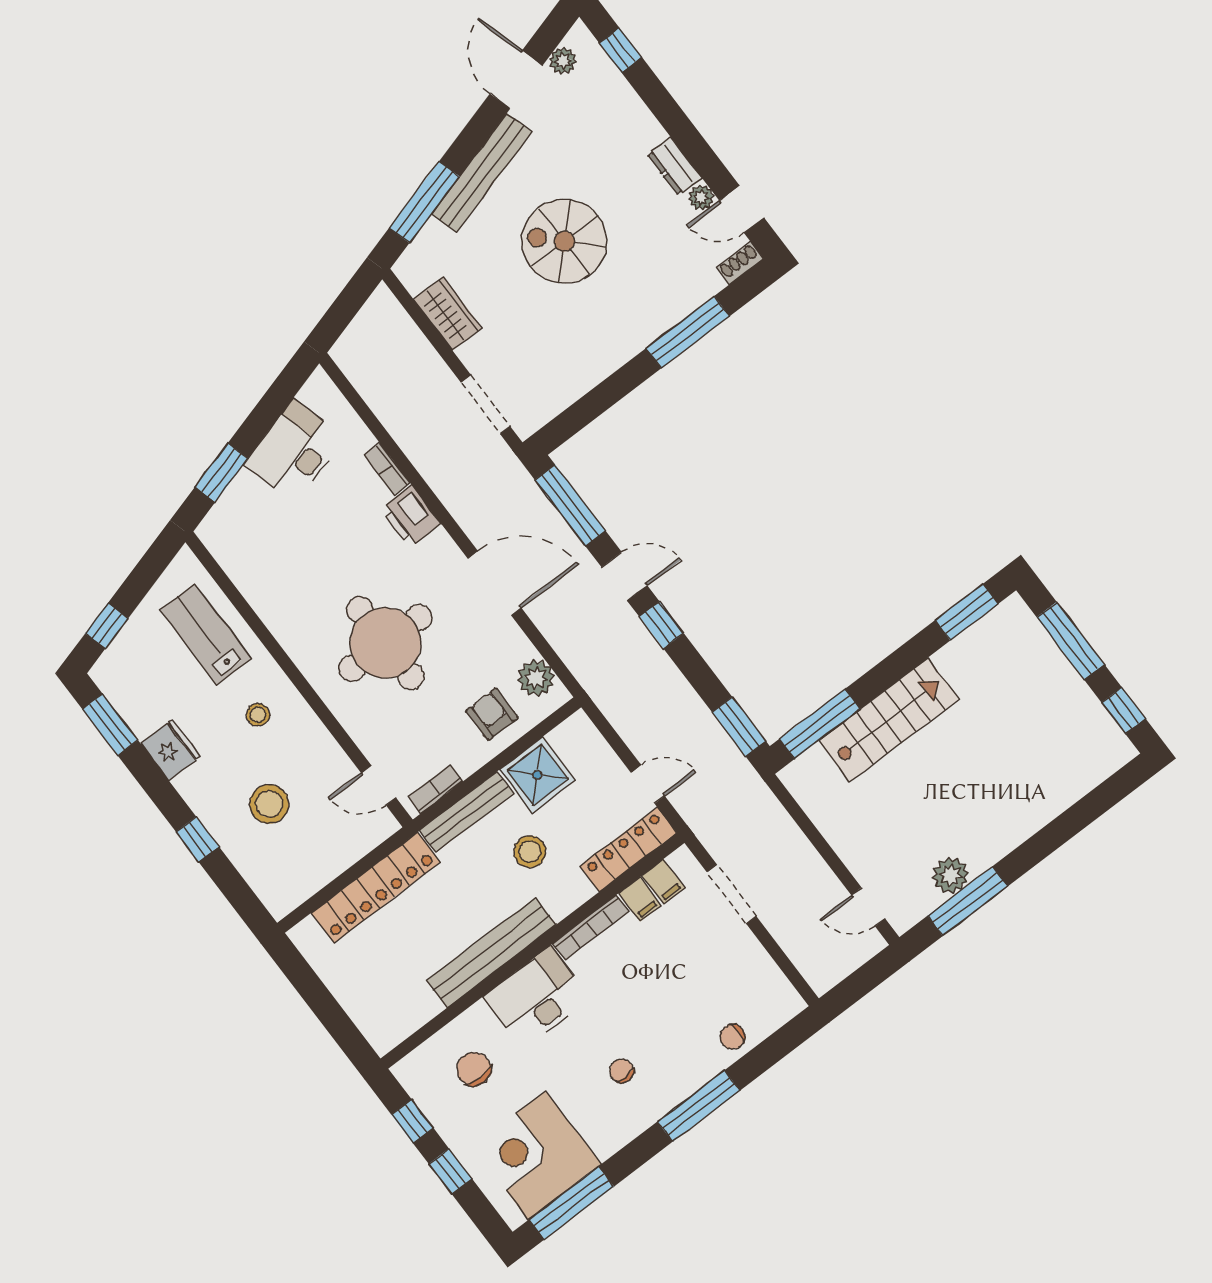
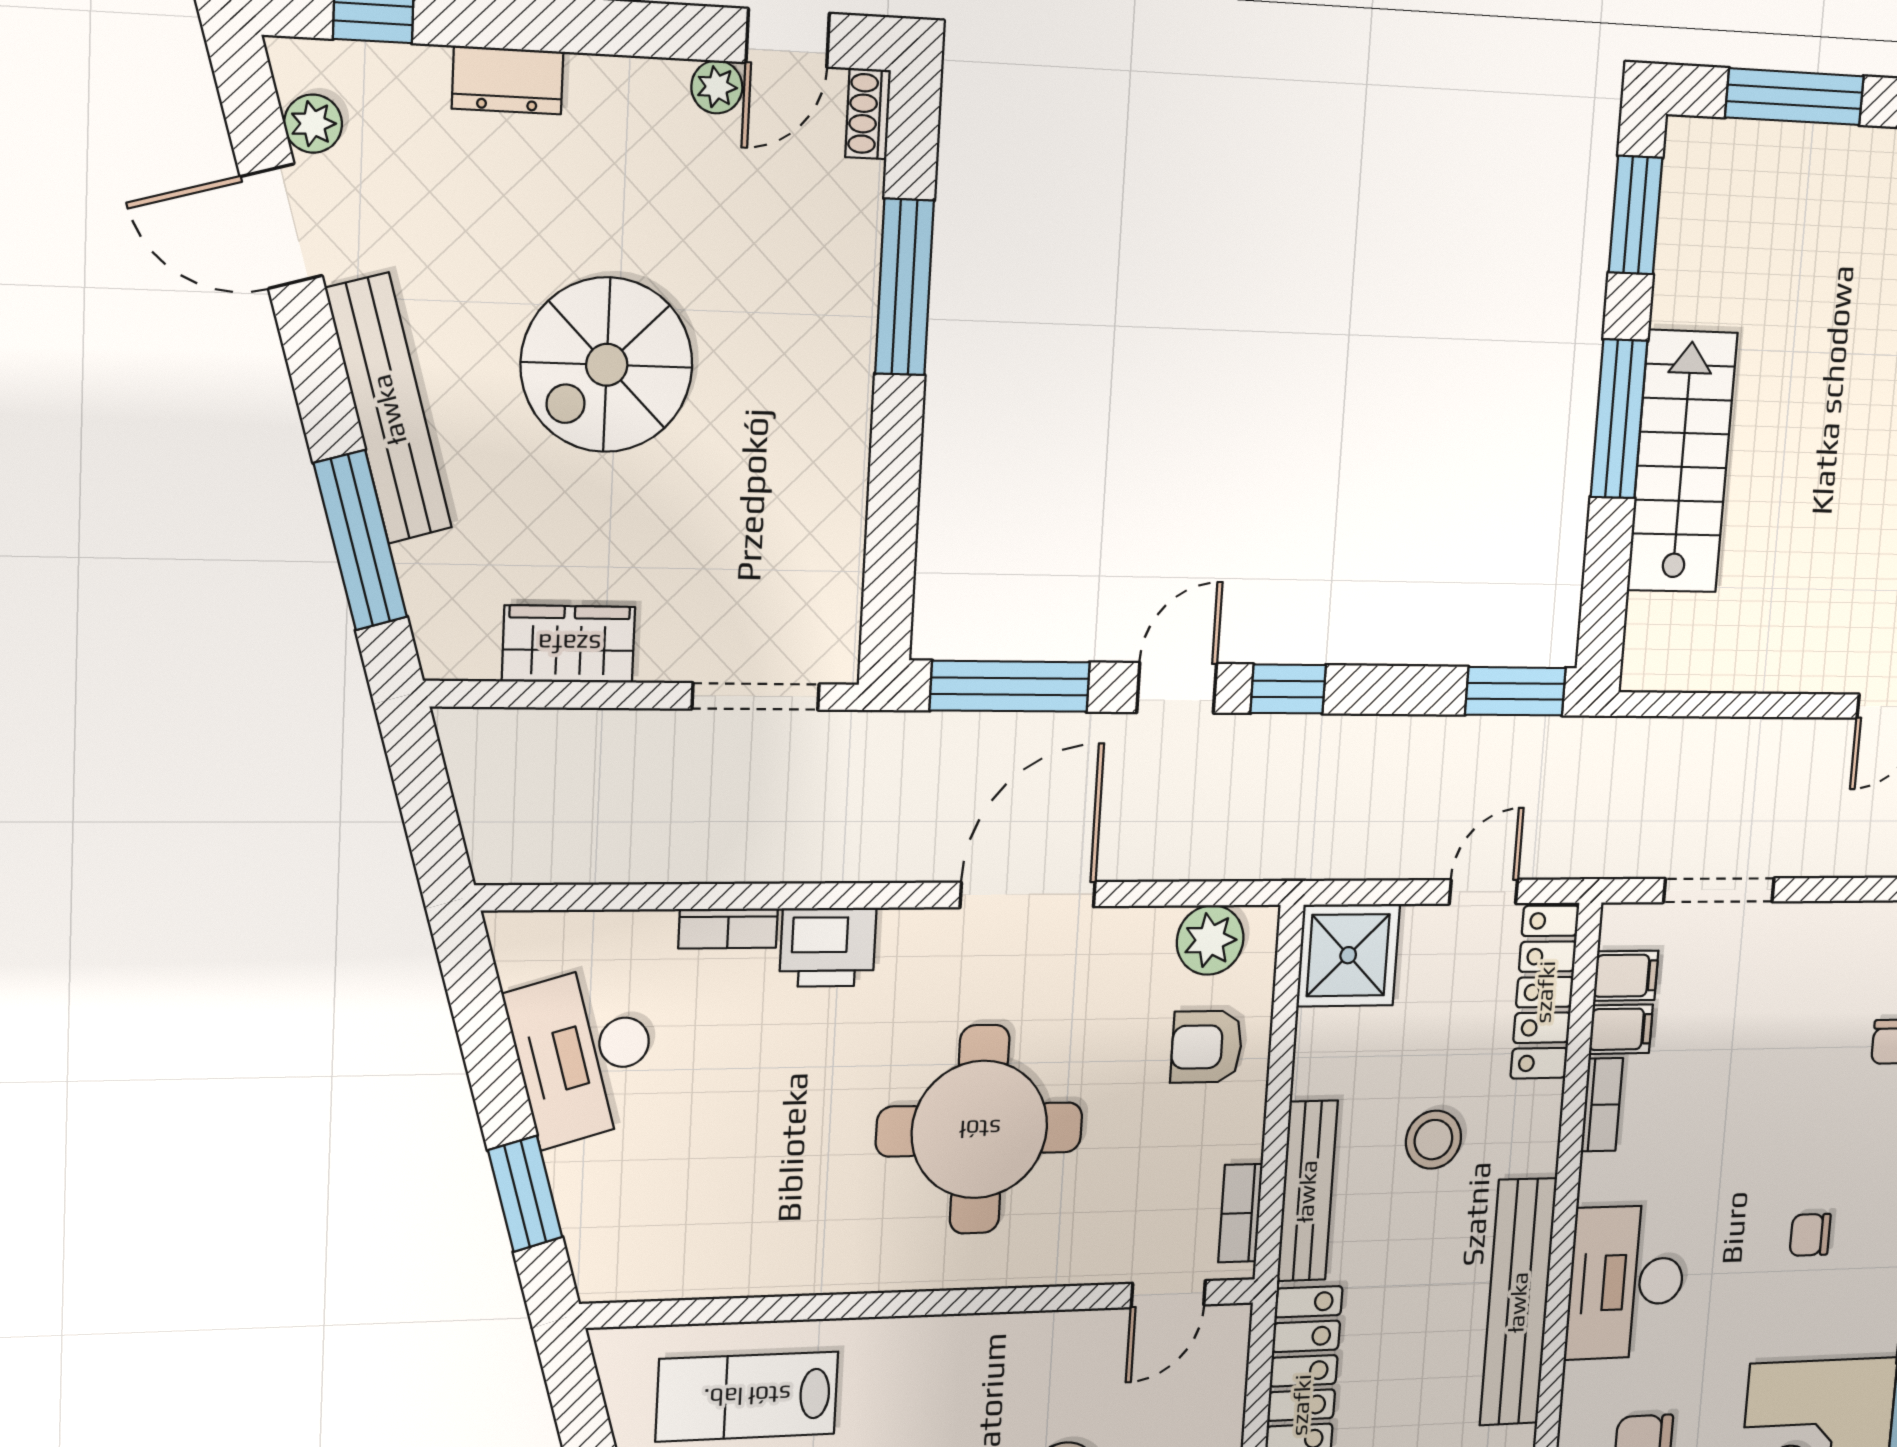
dresser: (674, 166) -> (508, 80), moved
stool: (258, 715) -> (926, 1402), removed
window: (820, 724) -> (1619, 419), moved
shower: (537, 775) -> (1348, 955), moved
bookcase: (591, 927) -> (1602, 1105), width x0.64

